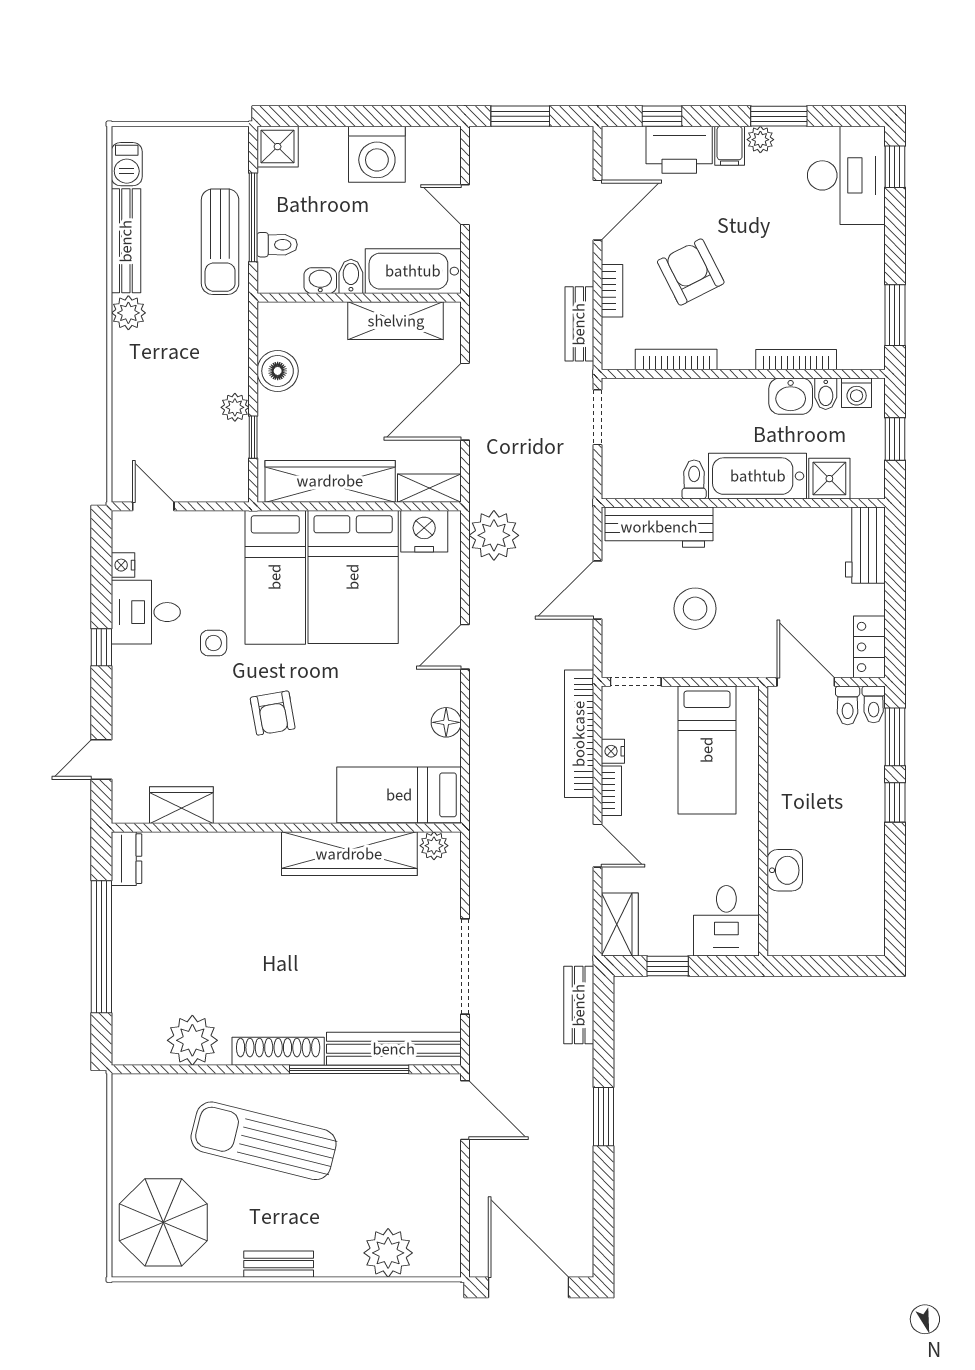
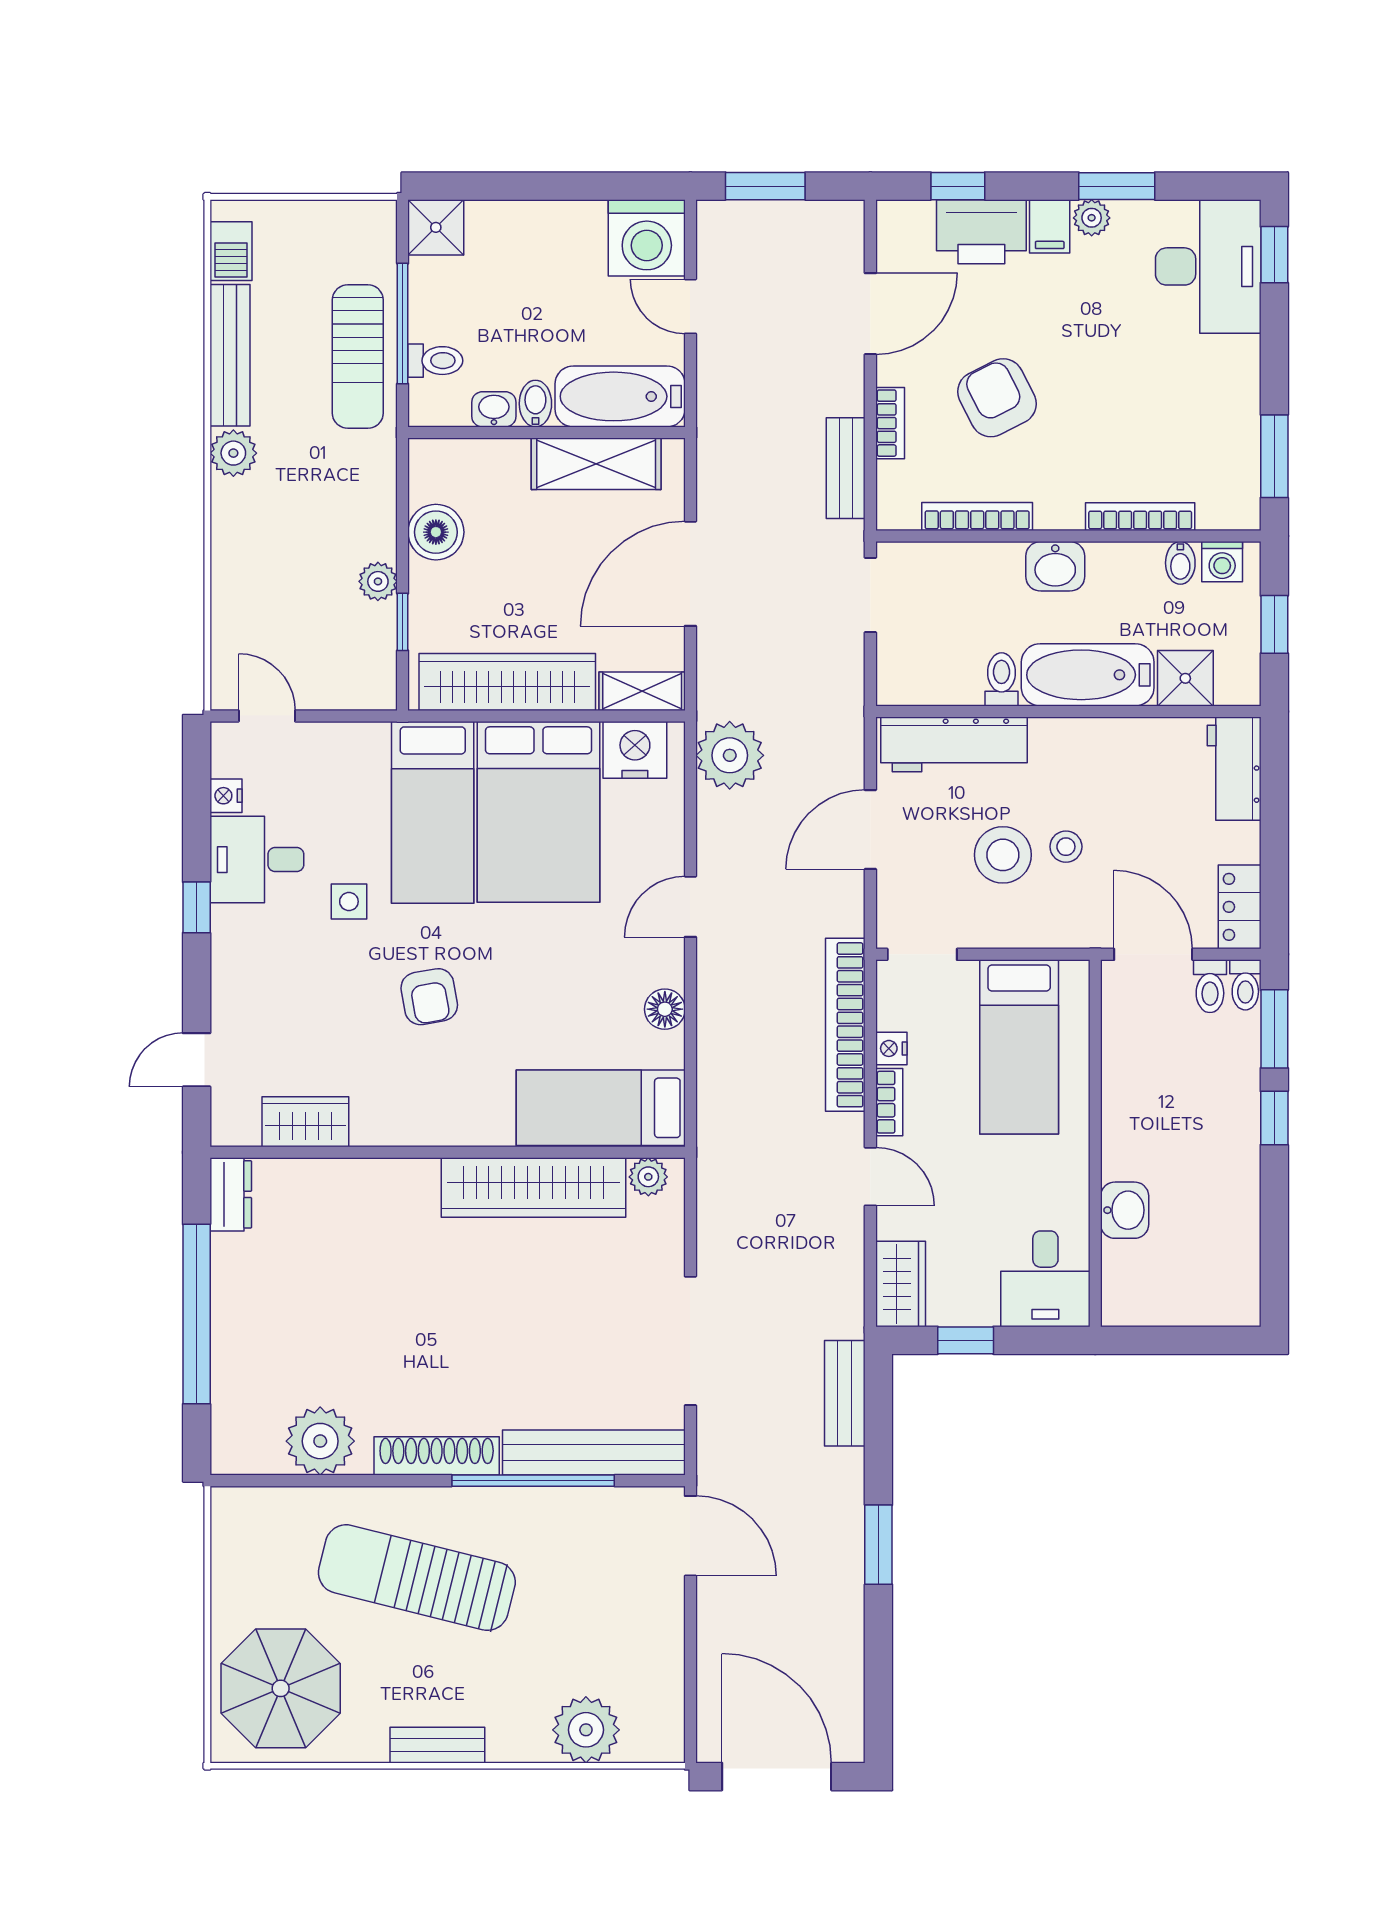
washing machine: (377, 154) -> (647, 238), moved
washbasin: (791, 396) -> (1055, 566), moved
stool: (742, 603) -> (1066, 847), added

